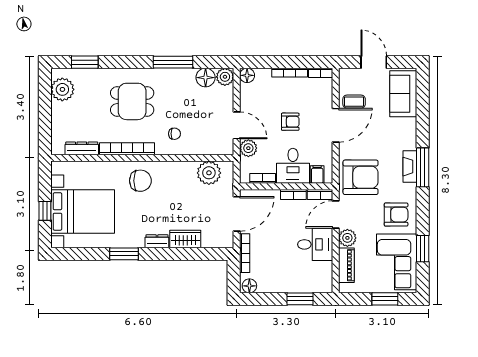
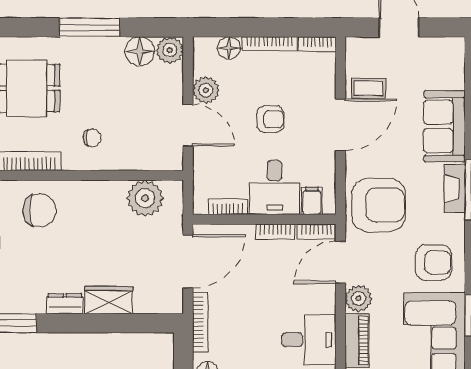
floor lamp: (247, 75) -> (229, 48), moved
sofa: (403, 94) -> (445, 126), moved
plant: (248, 148) -> (206, 90), moved
desk: (315, 244) -> (309, 340), moved

